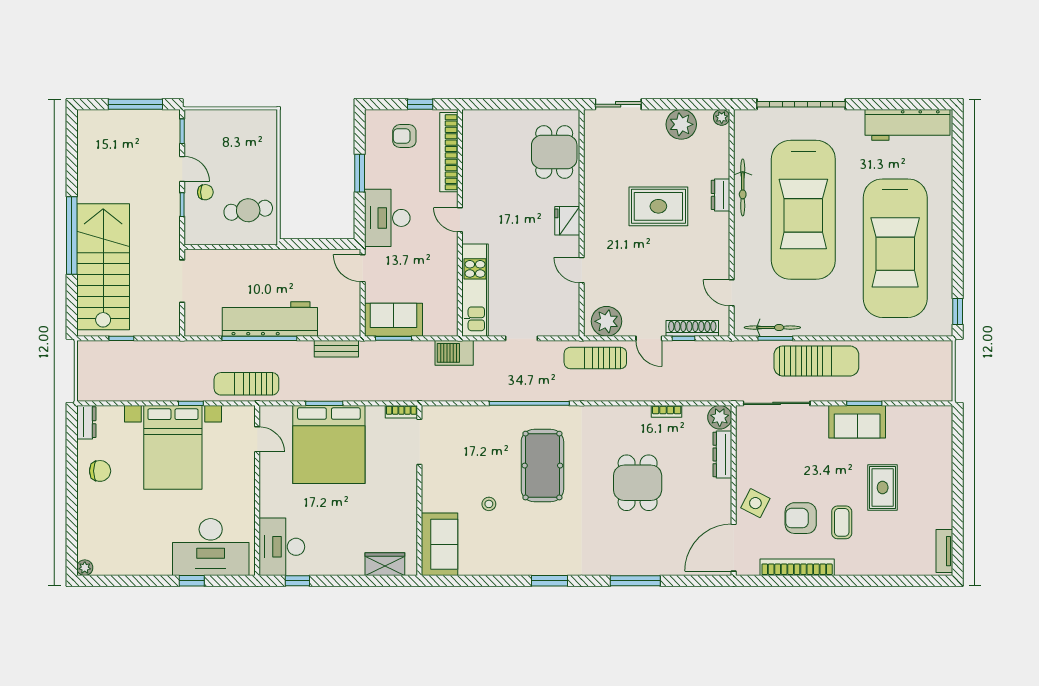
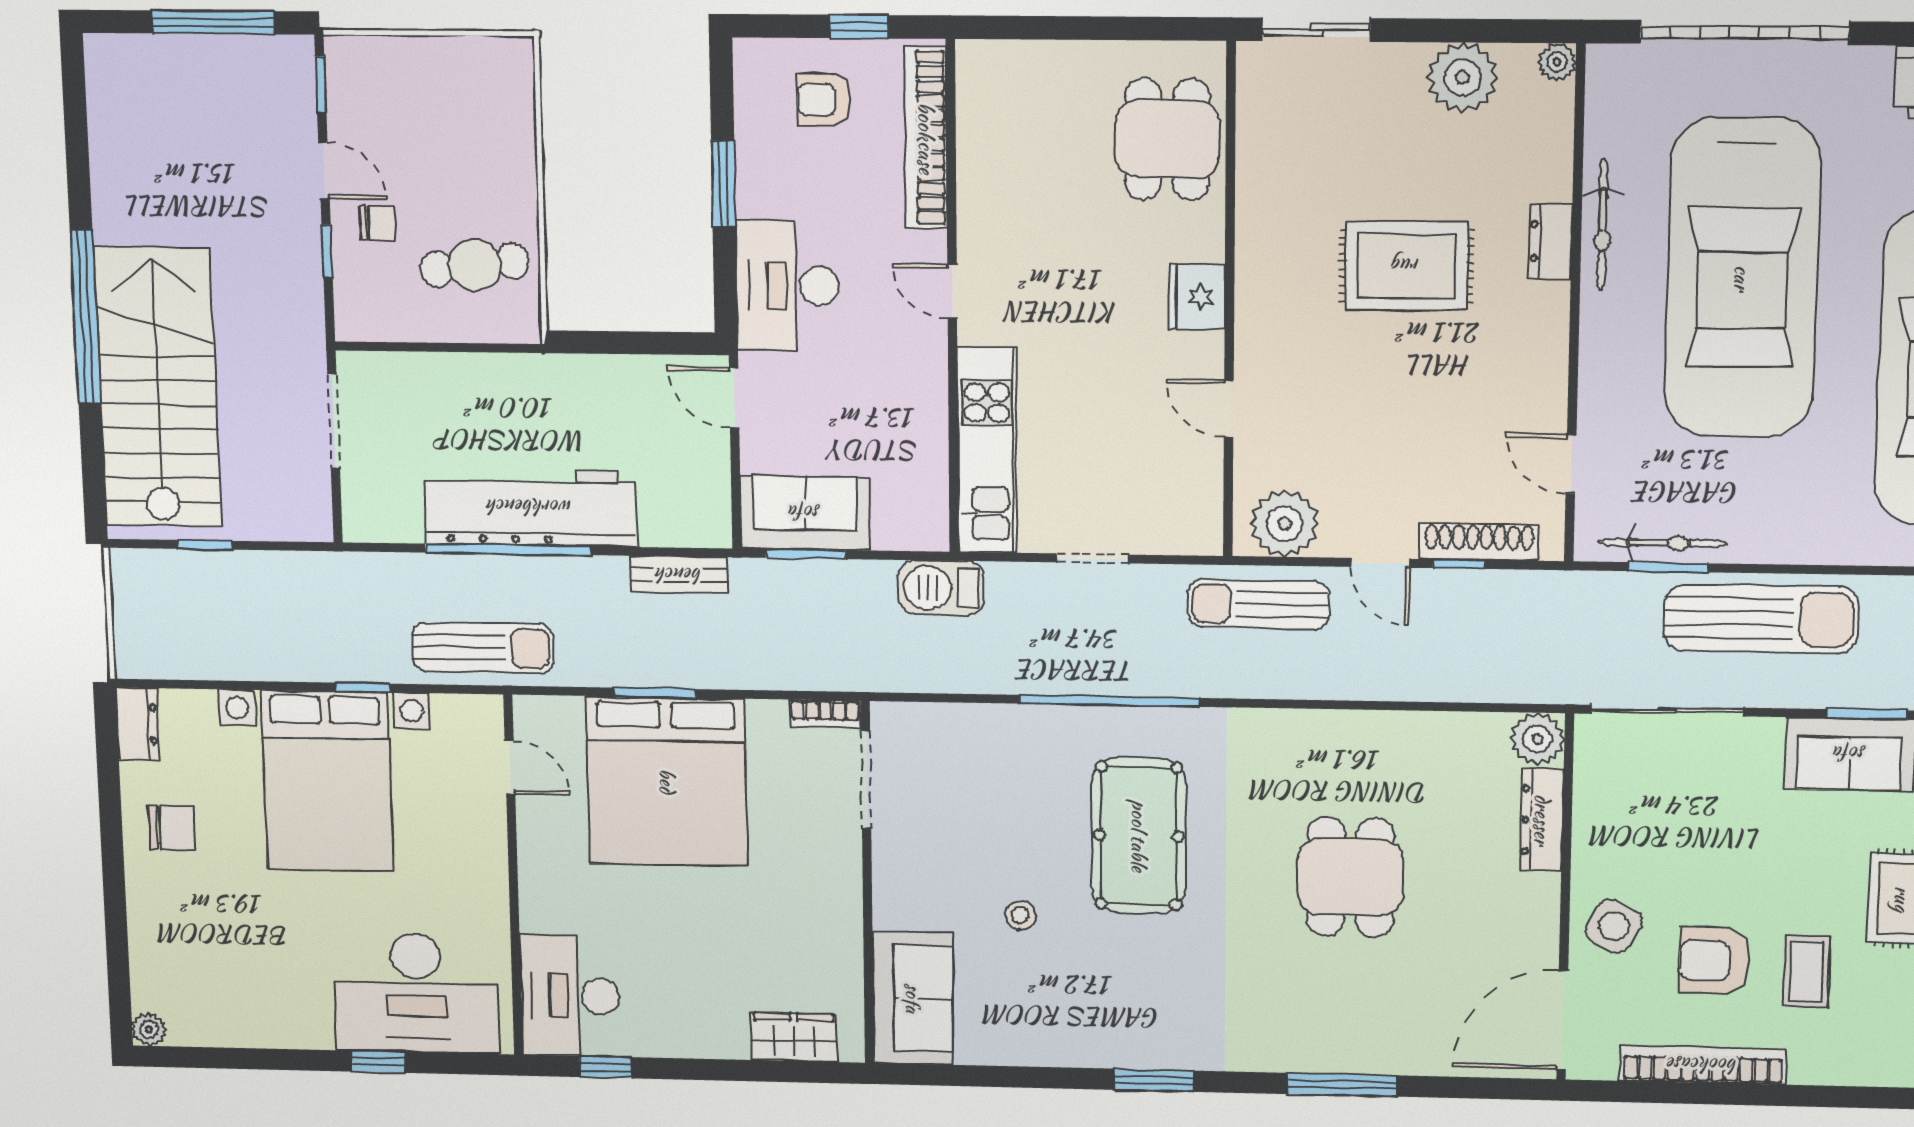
sun lounger: (246, 384) -> (483, 648), turned 180
bookcase: (667, 411) -> (1418, 724), removed

